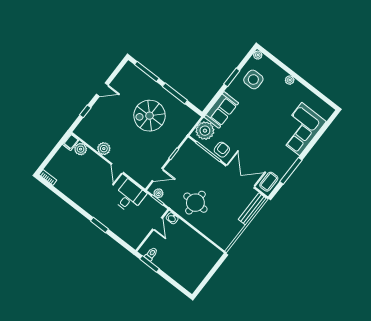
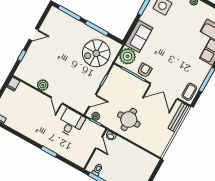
spiral stairs: (150, 116) -> (96, 53), moved
plant: (81, 149) -> (23, 89), removed
double door: (240, 176) -> (164, 91), swing flipped

